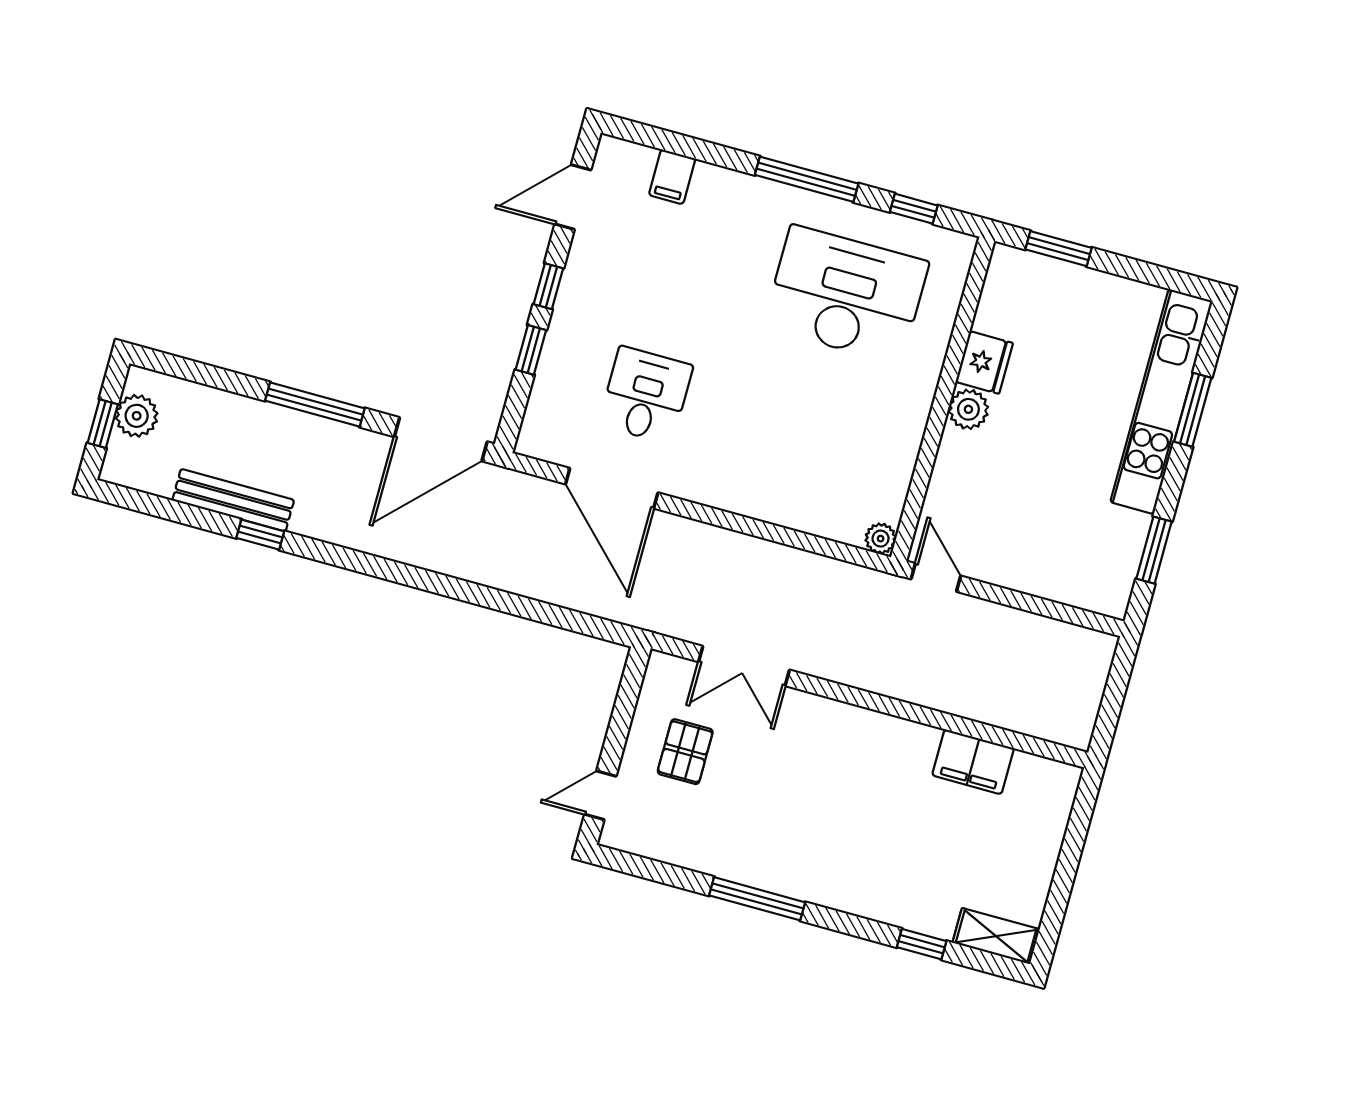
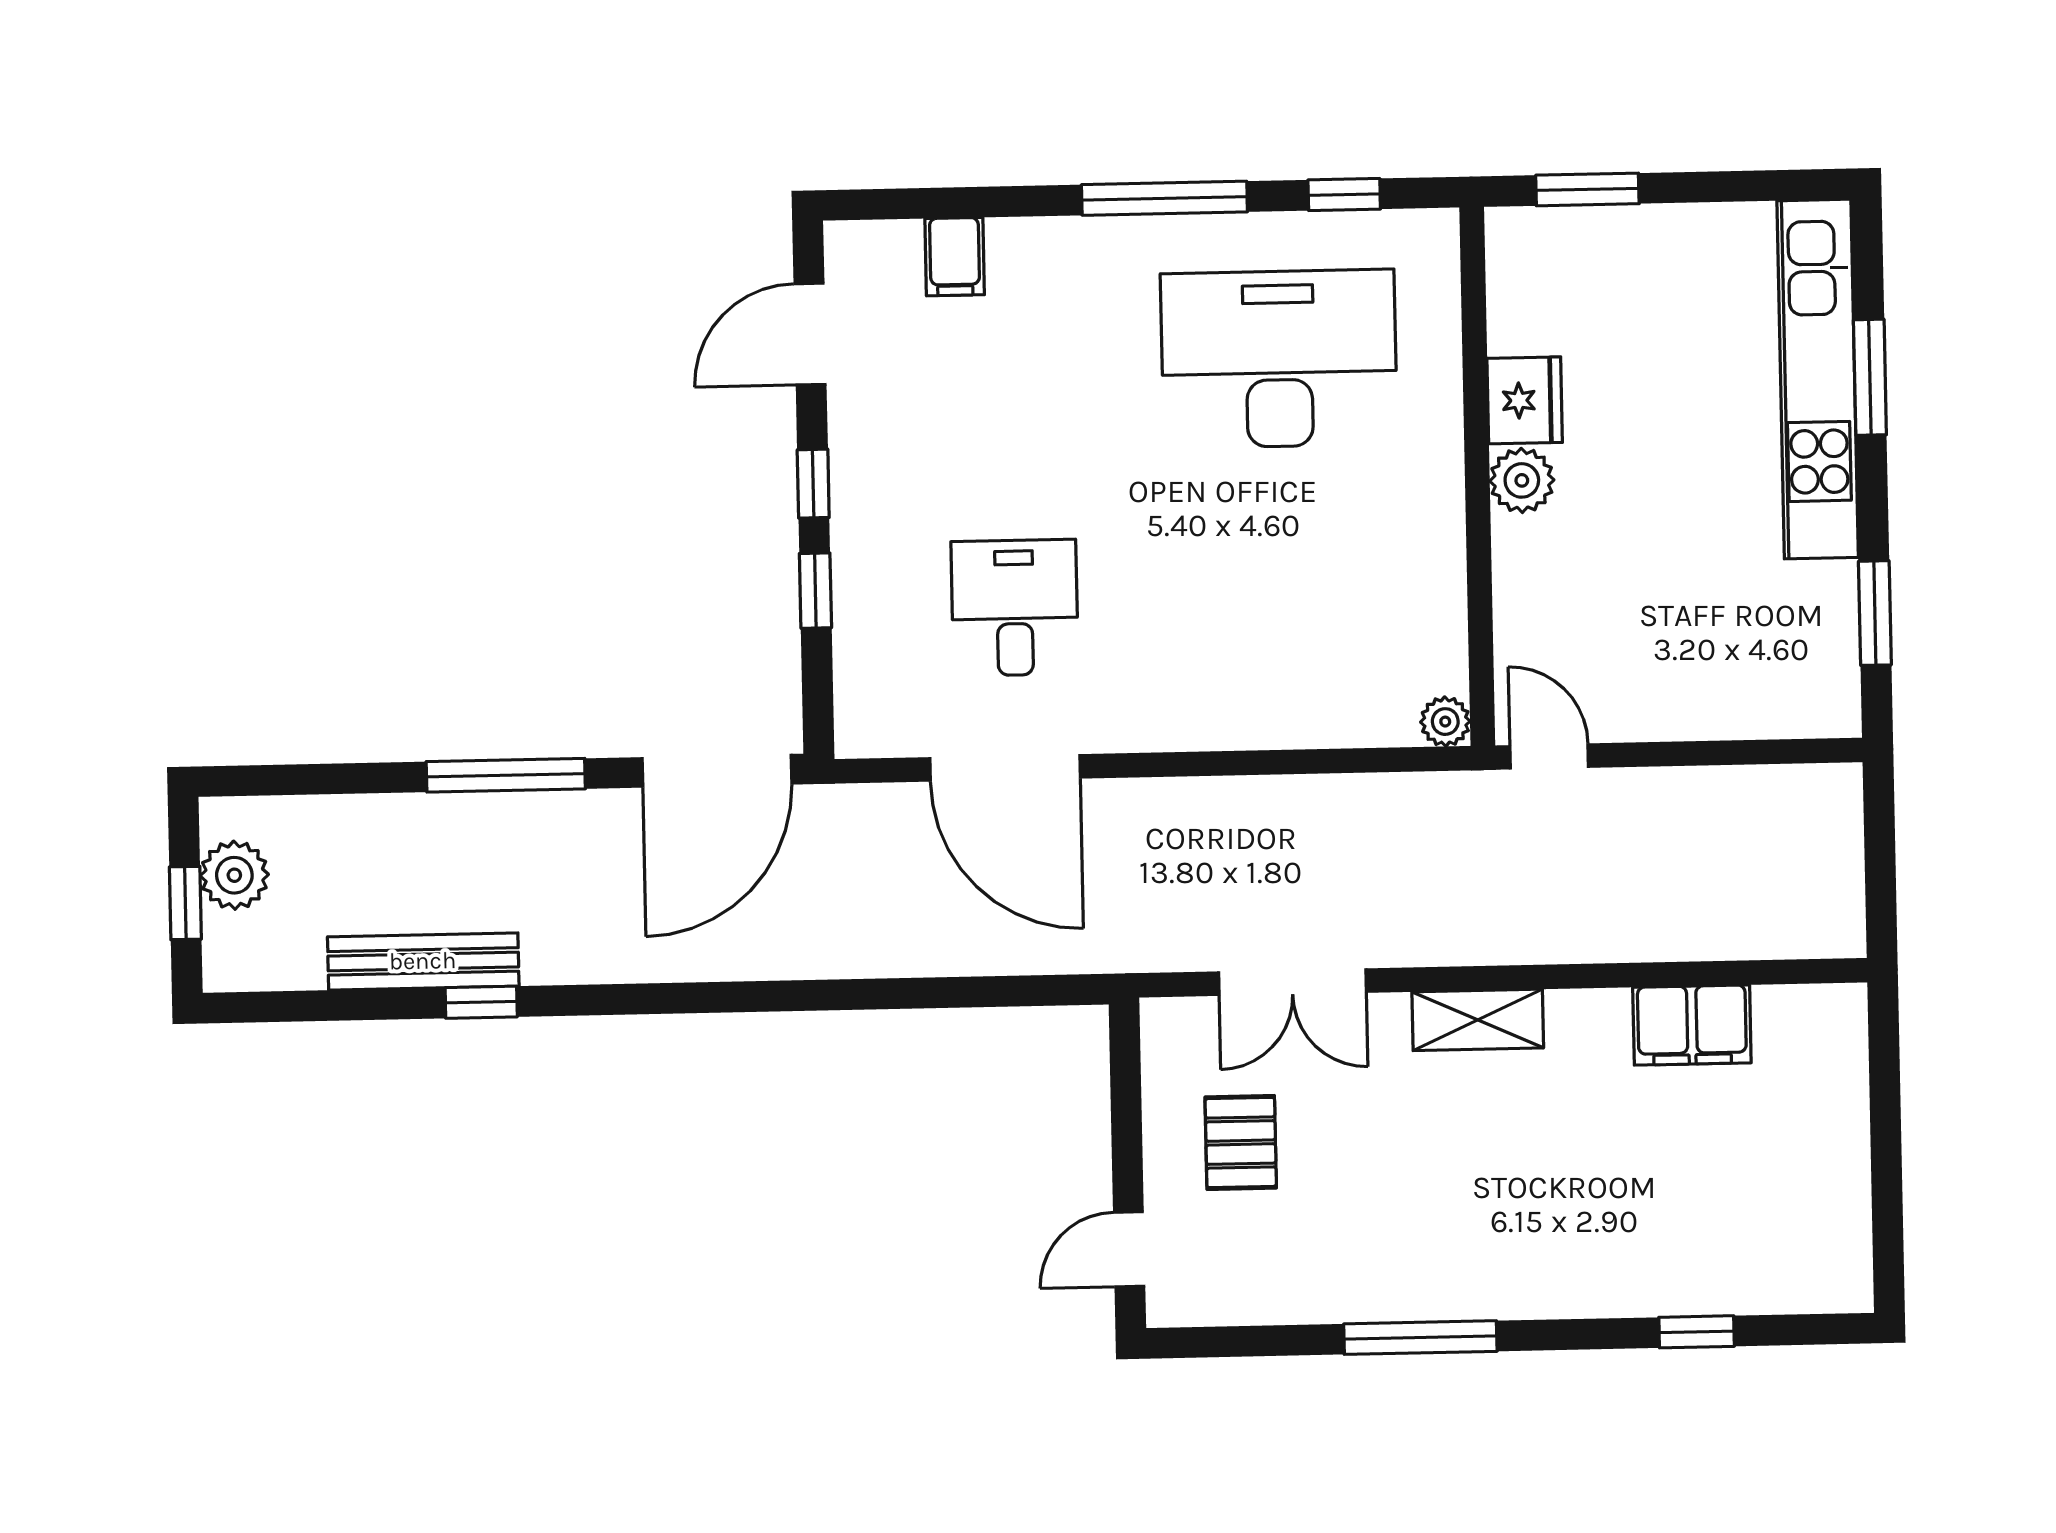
shelving: (996, 936) -> (1478, 1020), moved

